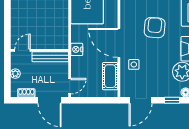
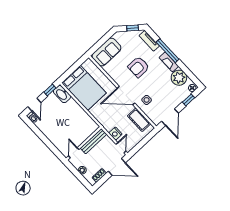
armchair: (155, 28) -> (139, 67), turned -95
nightstand: (77, 49) -> (115, 133), moved

